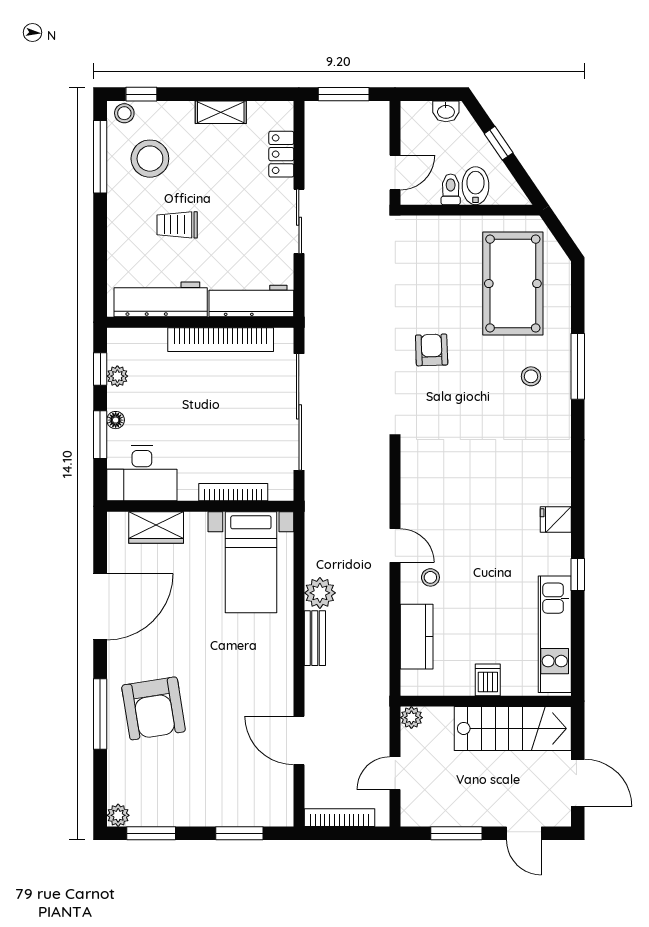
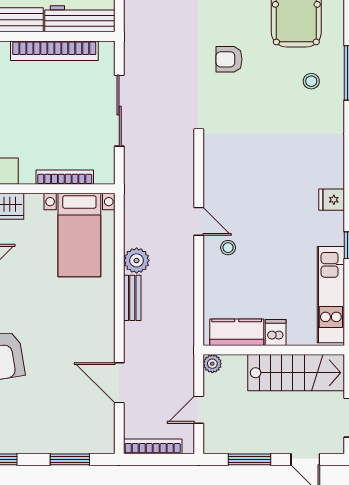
armchair: (432, 350) -> (229, 59), turned -88
sliding door: (299, 412) -> (119, 111), width x0.73
kitchen counter: (417, 637) -> (237, 332), moved, turned -90

